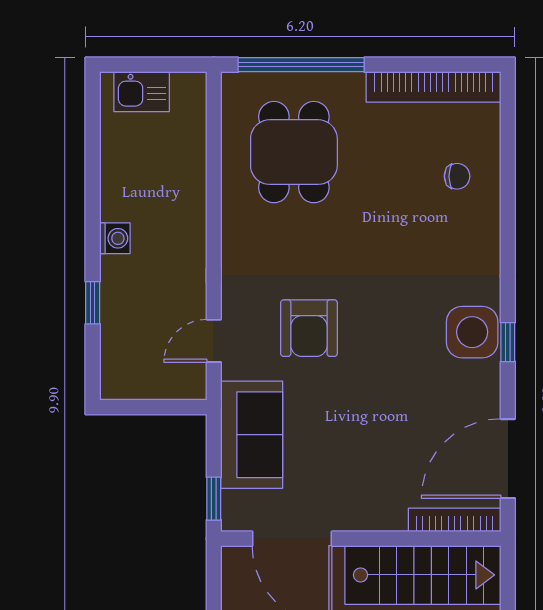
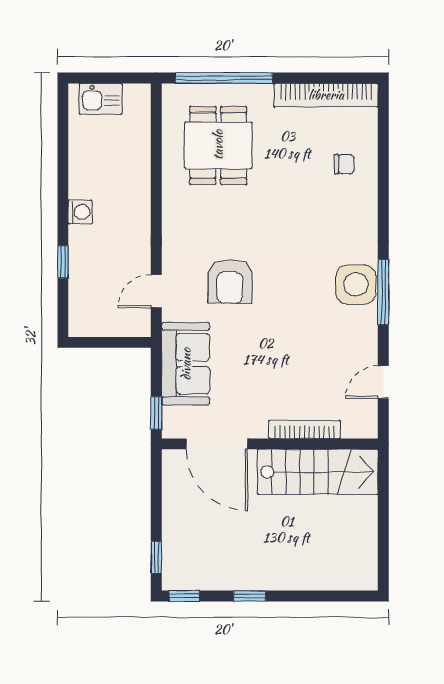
window: (508, 342) -> (383, 292), width x2.17
door: (508, 459) -> (383, 382), width x0.53
bookcase: (455, 520) -> (305, 429), moved

